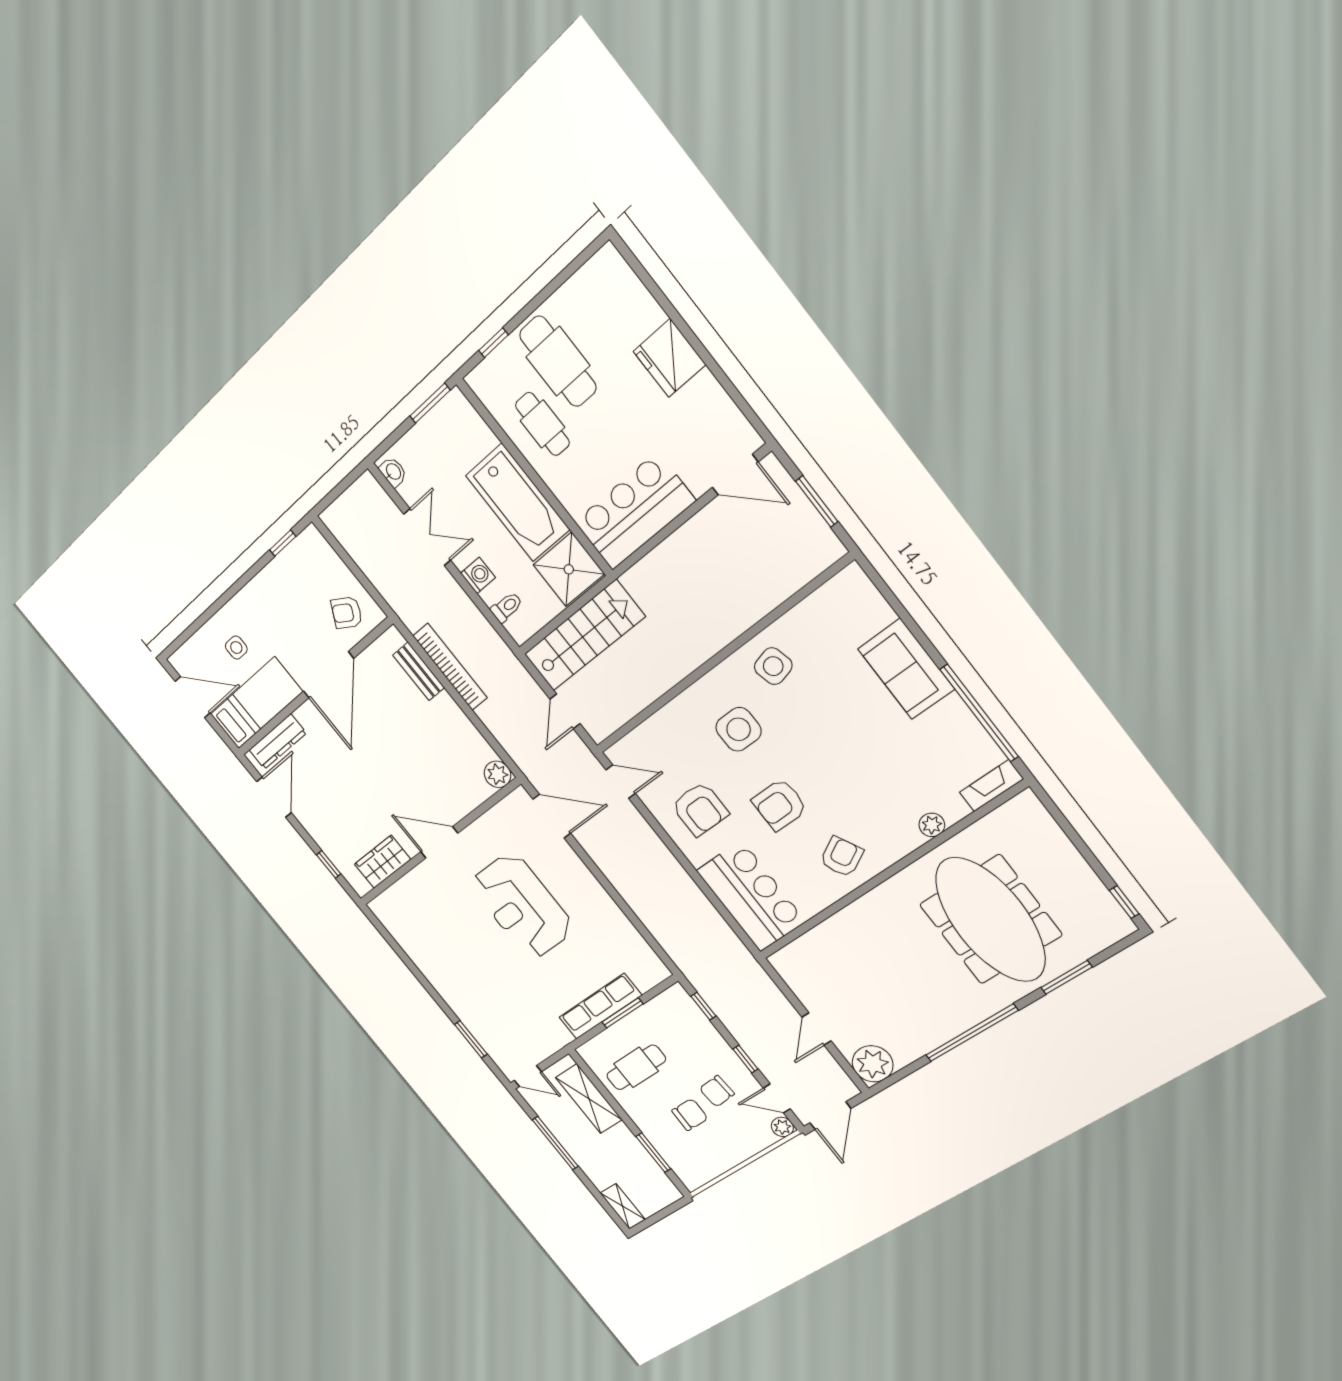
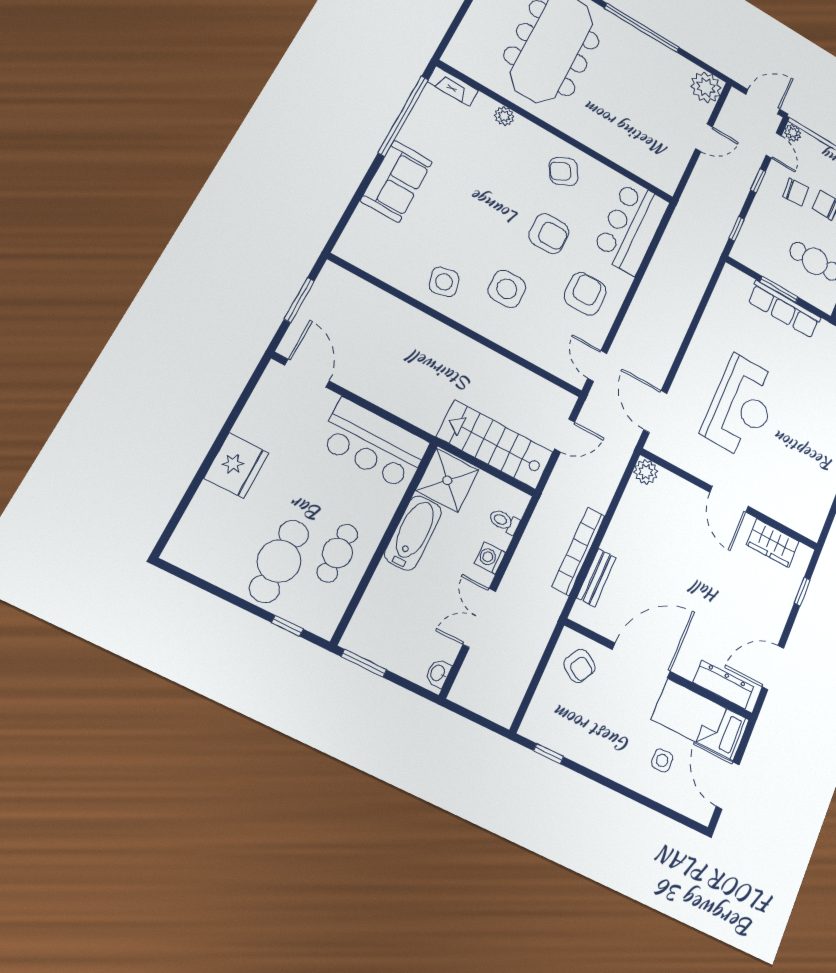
bathtub: (518, 503) -> (413, 533), width x0.73, depth x0.73

